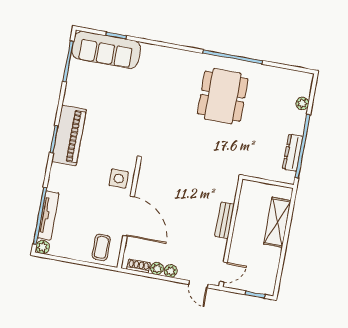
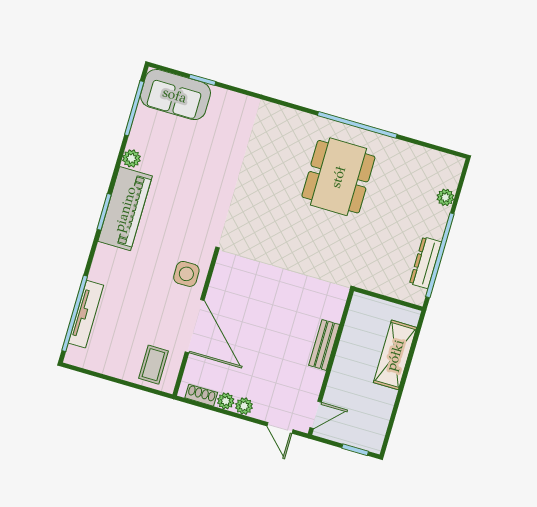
sofa: (106, 50) -> (175, 95), width x0.73
plant: (43, 247) -> (131, 158), moved

